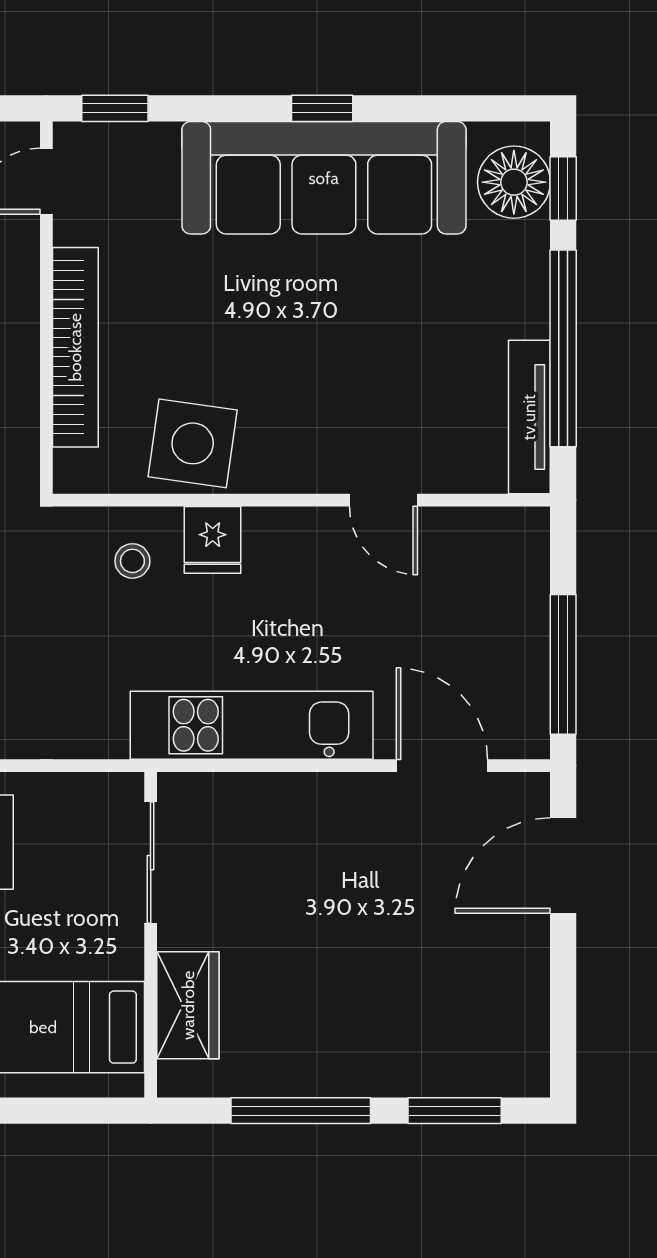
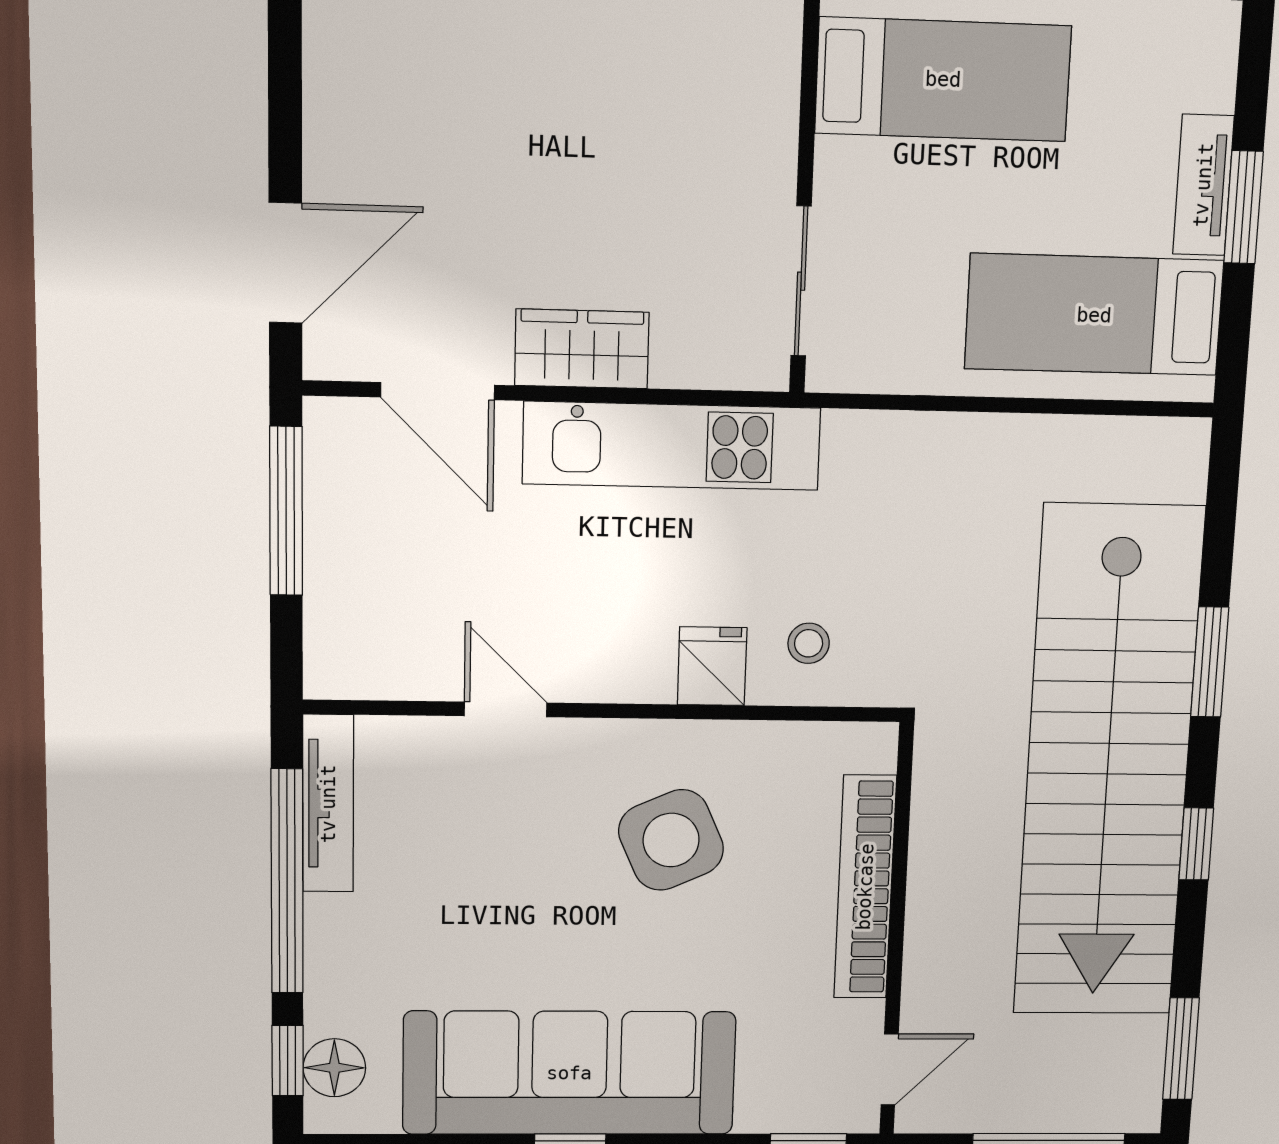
floor lamp: (514, 182) -> (334, 1068), width x0.73, depth x0.73
side table: (193, 443) -> (671, 840), moved, turned -32
wardrobe: (188, 1005) -> (582, 349), moved, turned 90

